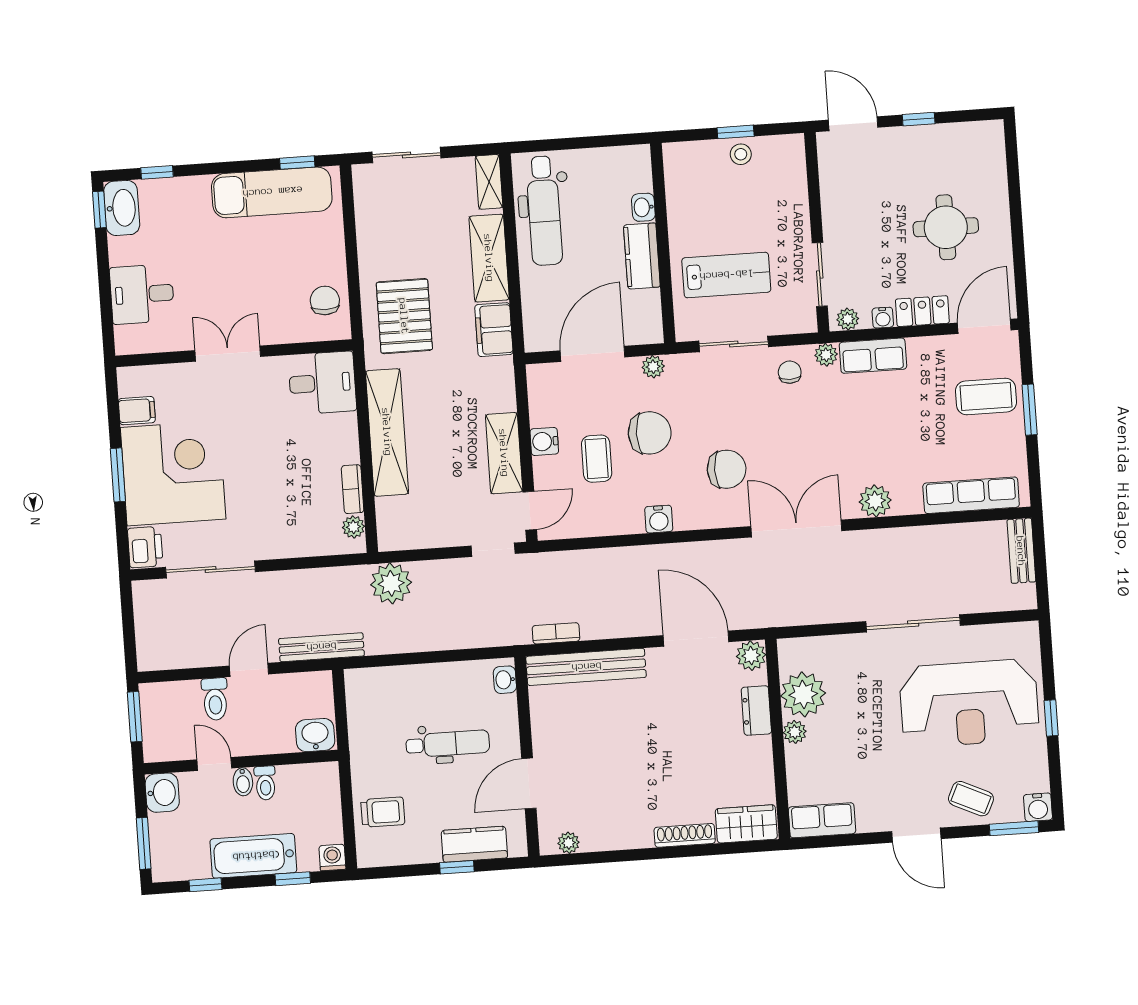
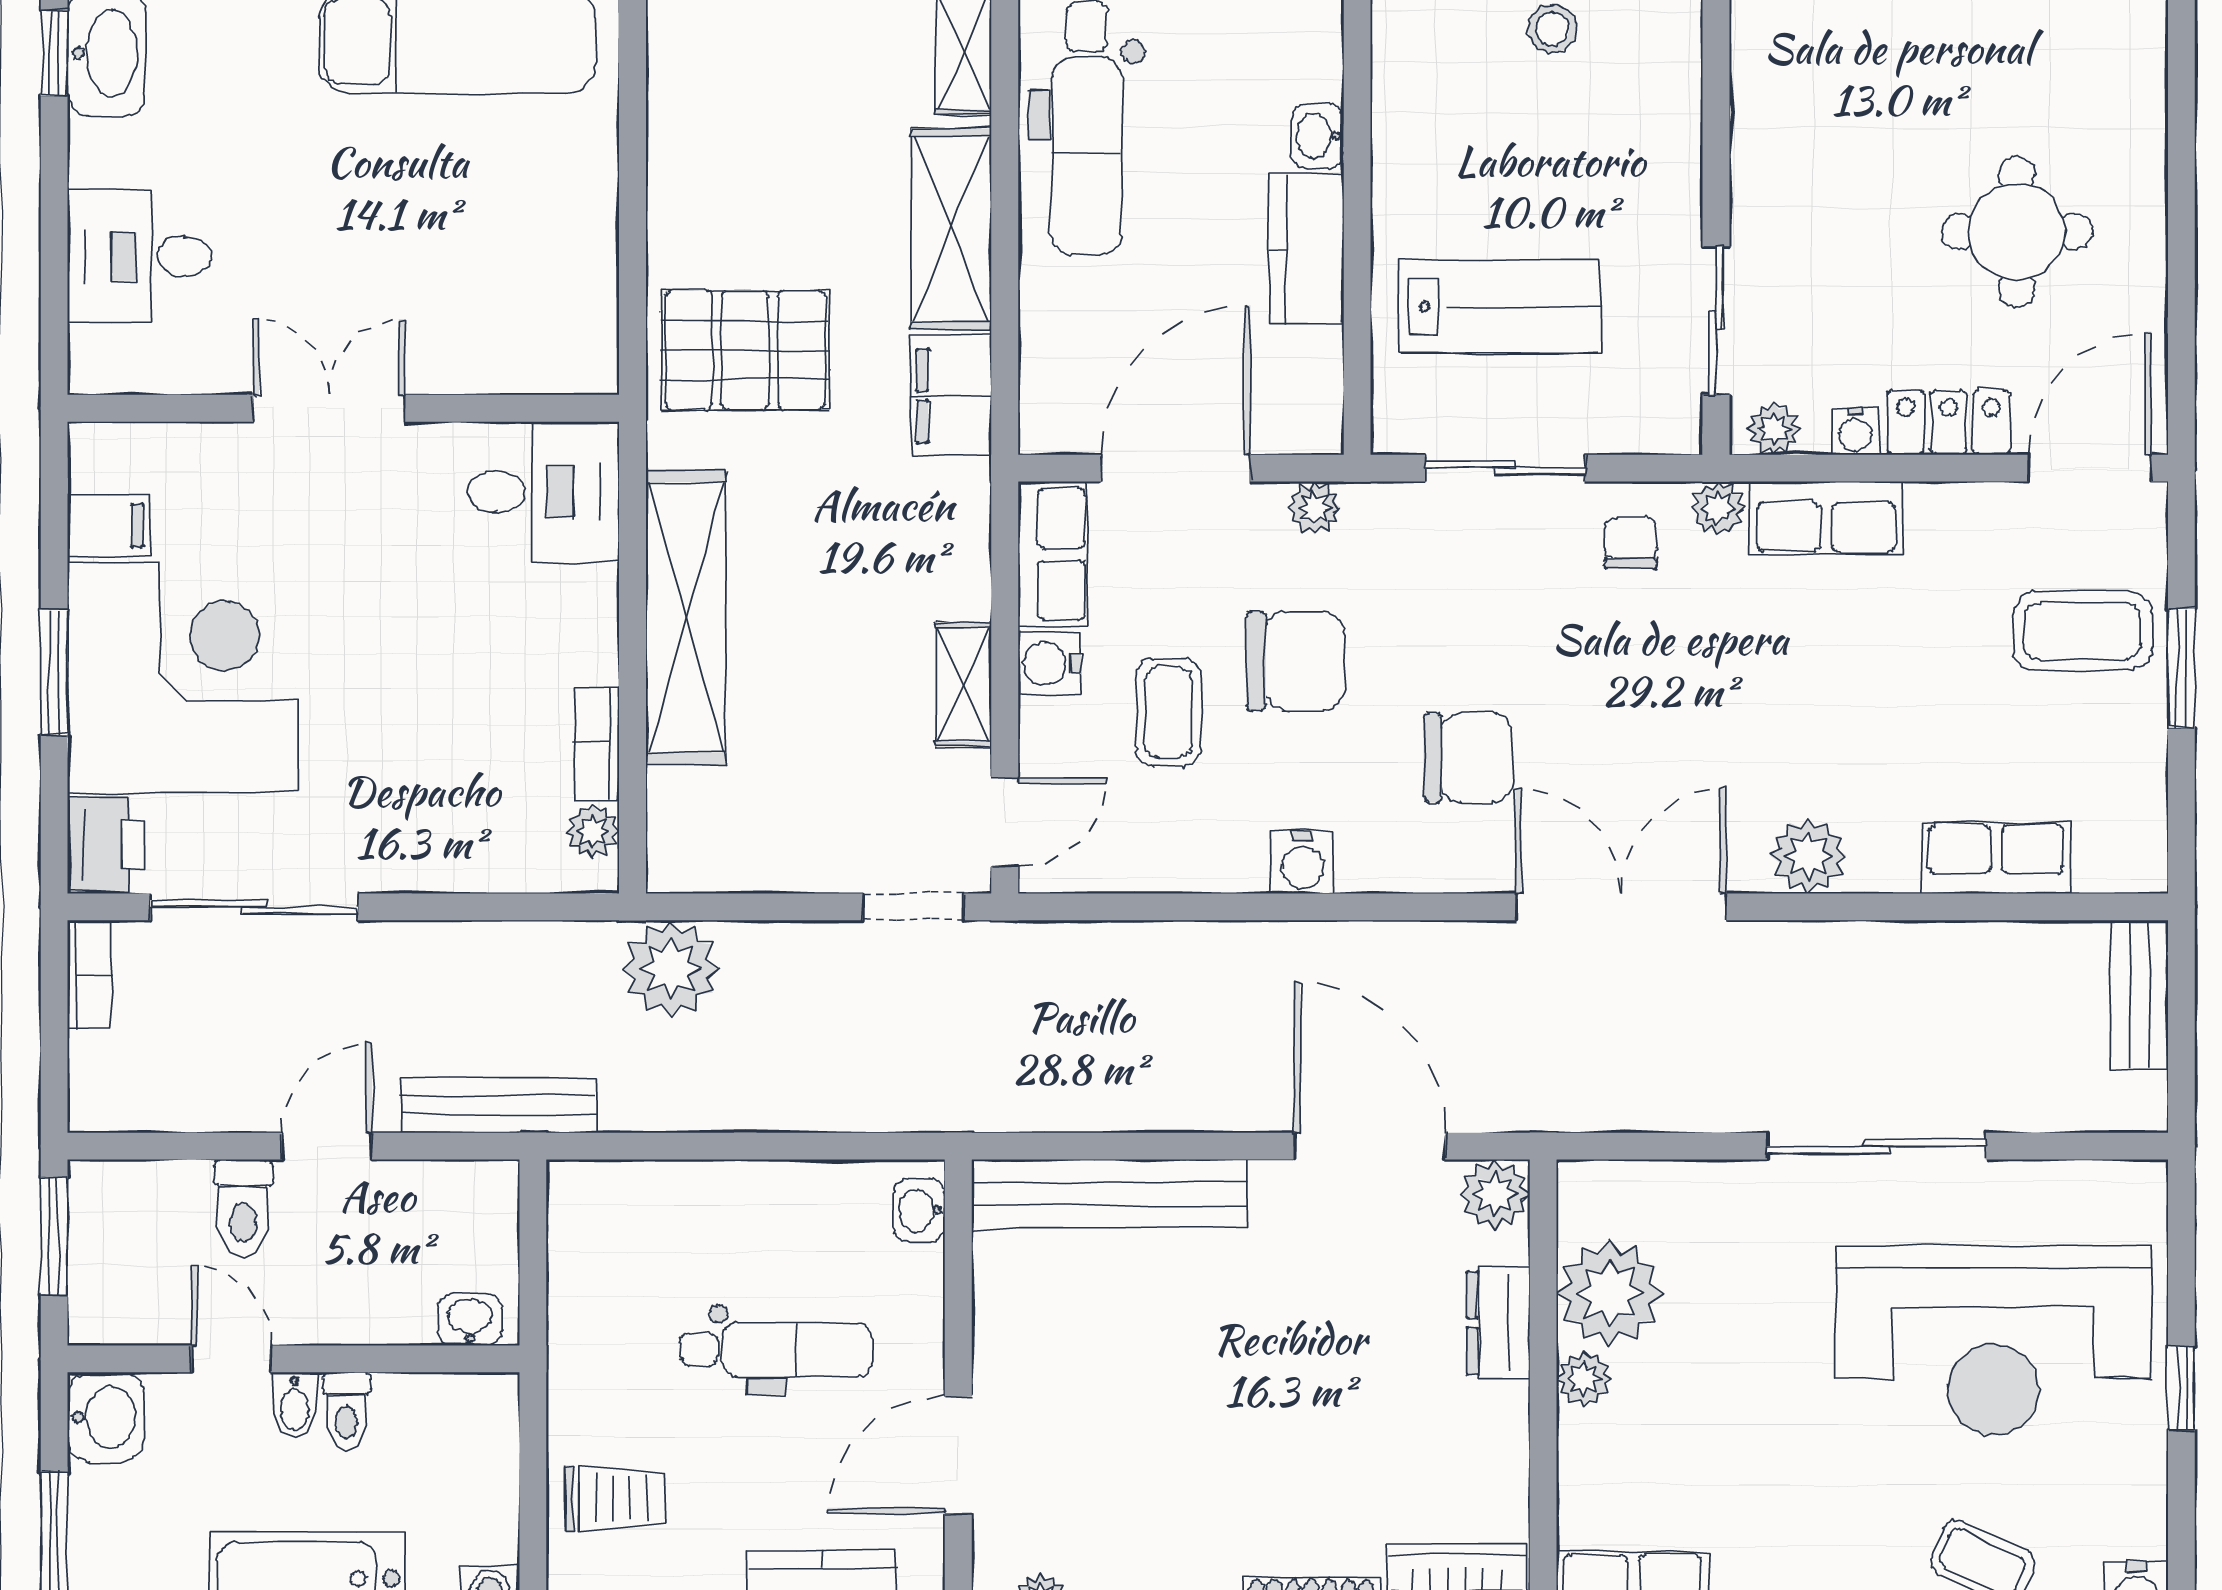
chair: (325, 300) -> (563, 301), removed
pallet: (404, 316) -> (745, 350), turned 90
row of seats: (542, 394) -> (1053, 554), added
shelving: (504, 453) -> (964, 685), width x0.67, depth x0.75
row of seats: (971, 495) -> (1996, 858), width x0.68
bookcase: (556, 633) -> (89, 974), moved, turned 90
washbasin: (315, 735) -> (470, 1320), width x0.72, depth x0.69

